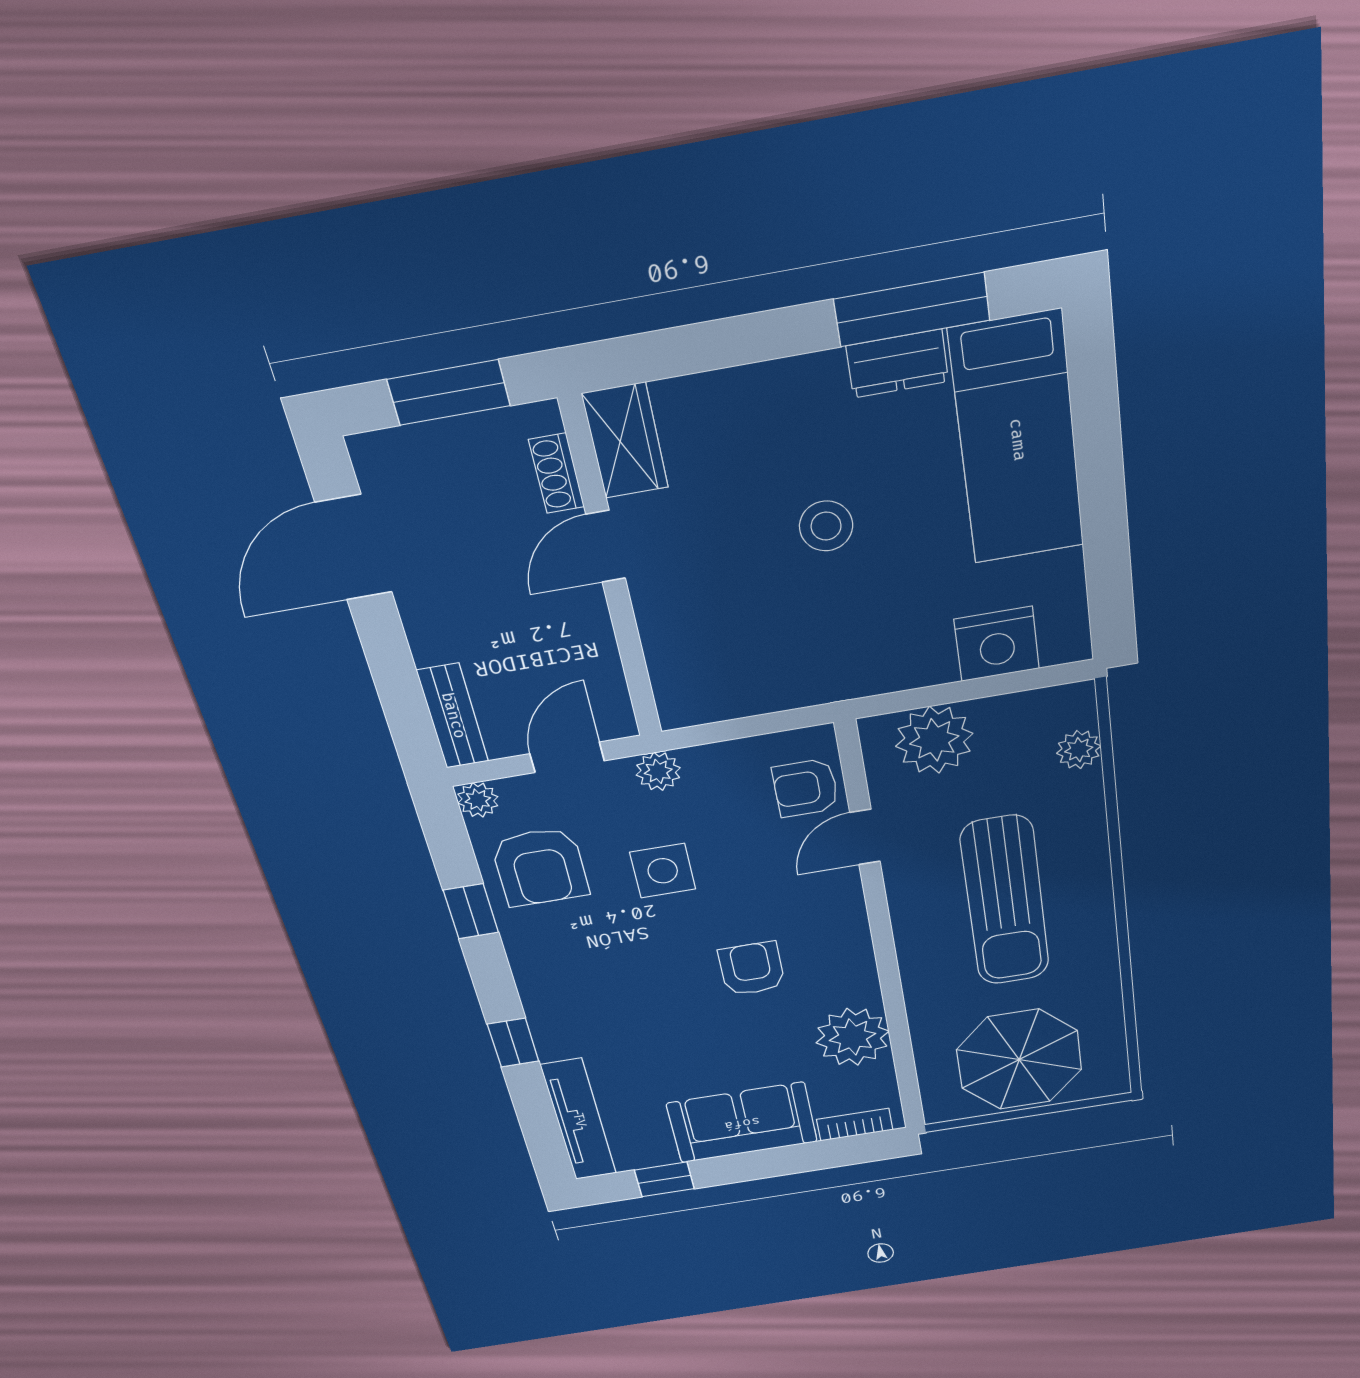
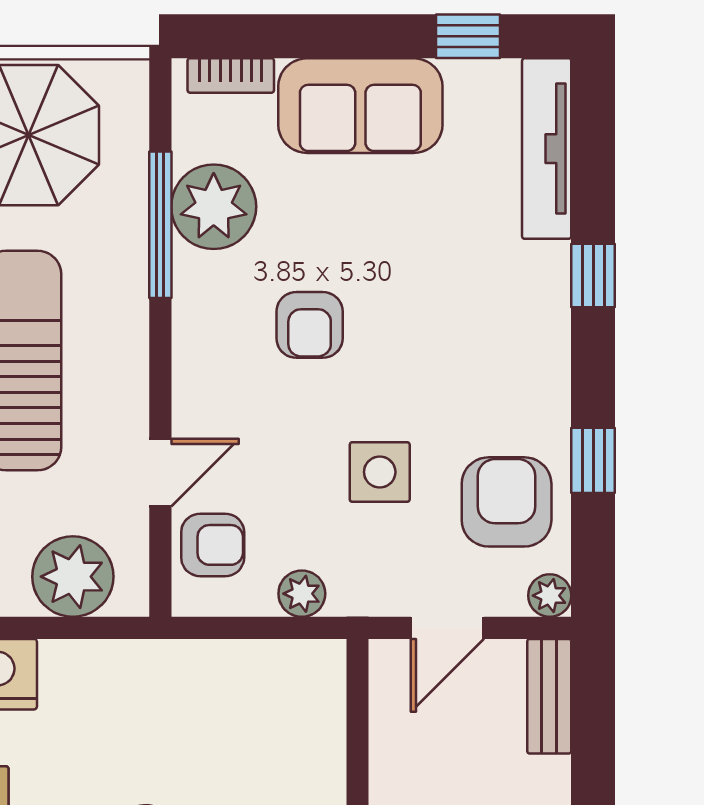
plant: (658, 771) -> (302, 594), moved
window: (896, 1018) -> (160, 225), added

